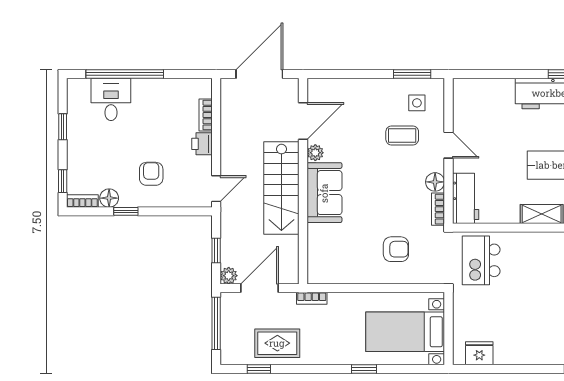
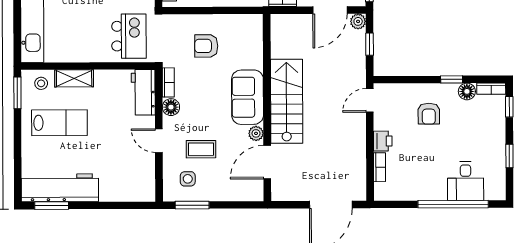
door: (303, 121) -> (267, 162), moved
plant: (315, 153) -> (256, 133), moved
wall: (303, 181) -> (267, 108), moved
stairs: (281, 188) -> (287, 101), moved
sofa: (324, 193) -> (248, 97), moved

